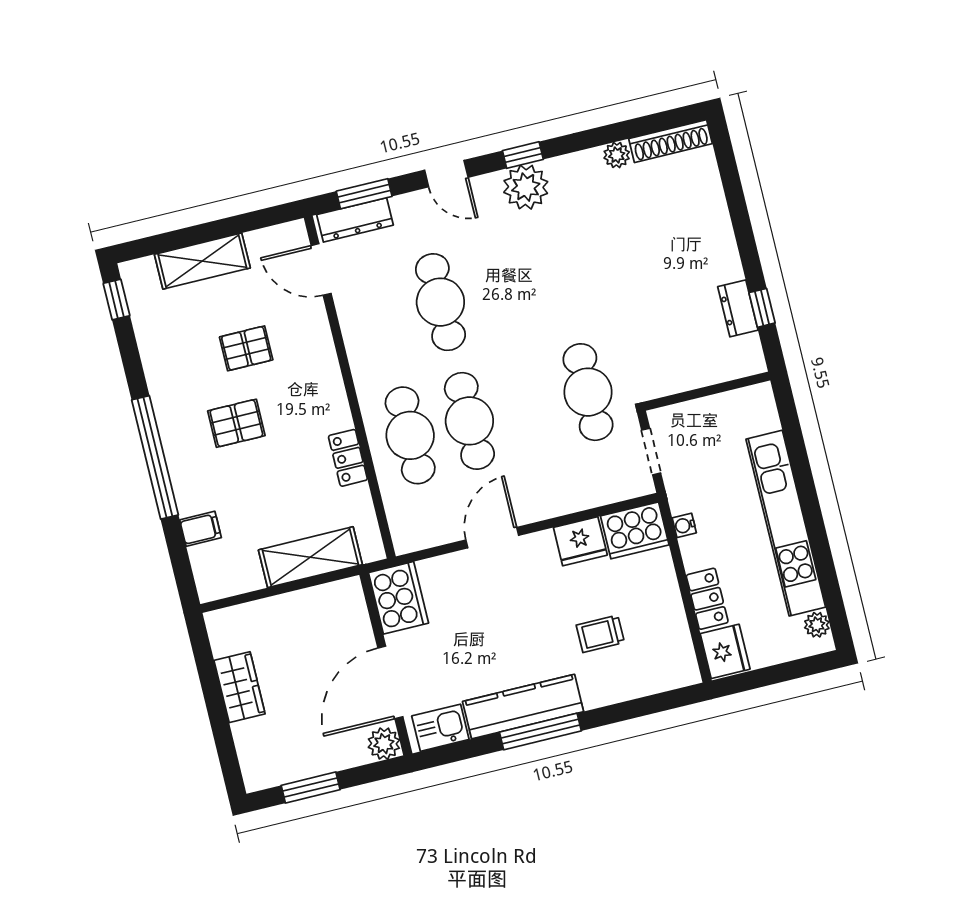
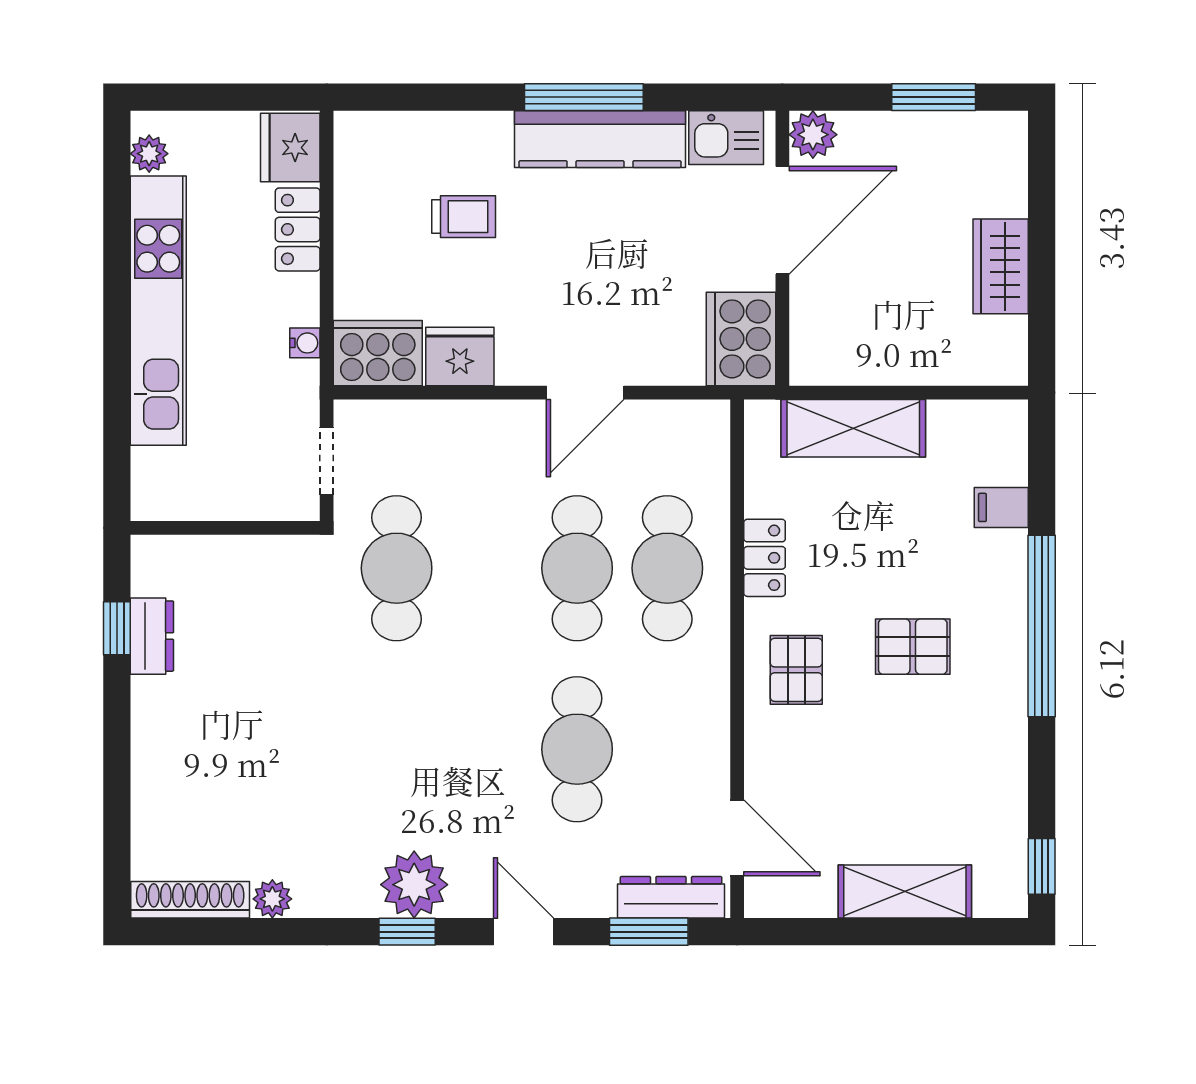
pallet: (246, 348) -> (796, 670), moved, turned 90

